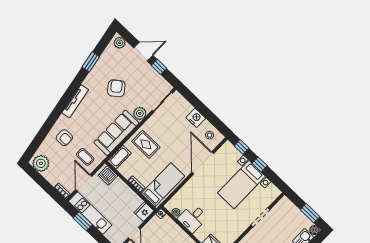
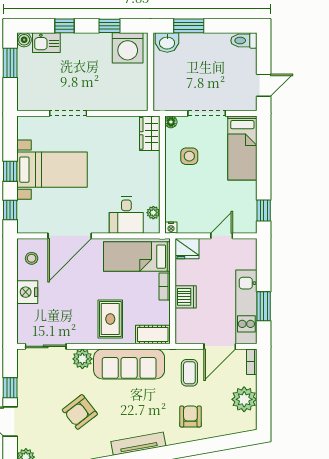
plant: (41, 163) -> (244, 399), moved
dishwasher: (108, 175) -> (186, 297), moved
desk: (193, 218) -> (126, 215), moved, turned 90

